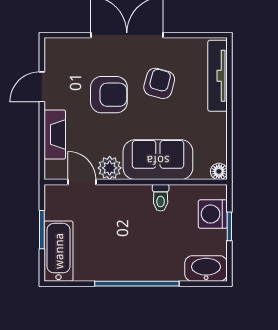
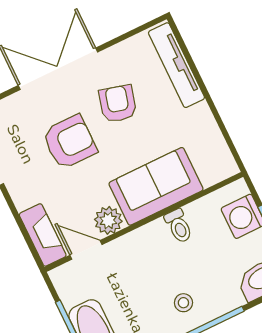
fireplace: (55, 135) -> (43, 235), moved
floor lamp: (219, 171) -> (228, 167), removed
stool: (136, 257) -> (183, 303), added

